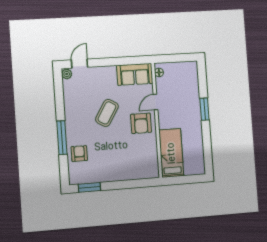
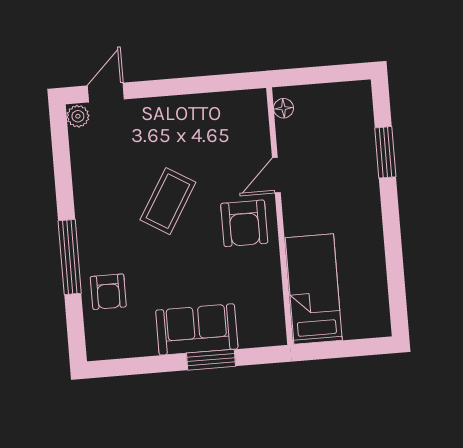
sofa: (135, 74) -> (197, 329), moved, turned 180
window: (204, 109) -> (385, 152), moved
armchair: (79, 154) -> (108, 292), turned 180
window: (89, 187) -> (211, 360), moved

